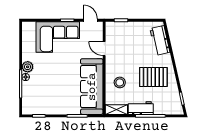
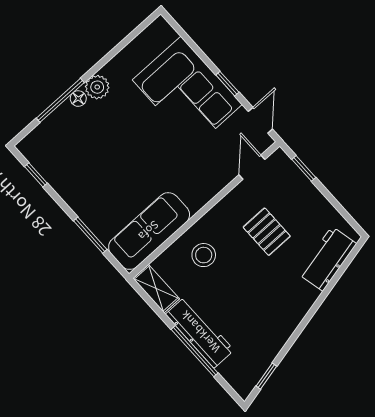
door: (104, 49) -> (252, 167), moved
pallet: (153, 77) -> (267, 232), moved, width x0.67, depth x0.71
sofa: (92, 87) -> (149, 231), width x0.74, depth x0.79
workbench: (141, 108) -> (200, 332), width x1.38

